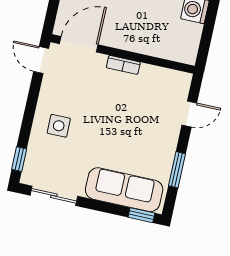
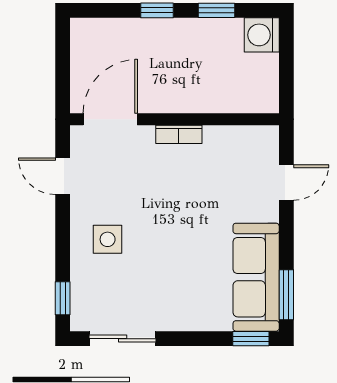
door: (41, 60) -> (63, 176), moved
window: (177, 170) -> (286, 295), moved
sofa: (124, 190) -> (256, 277), moved, turned -90

